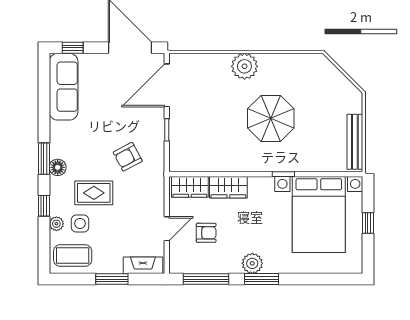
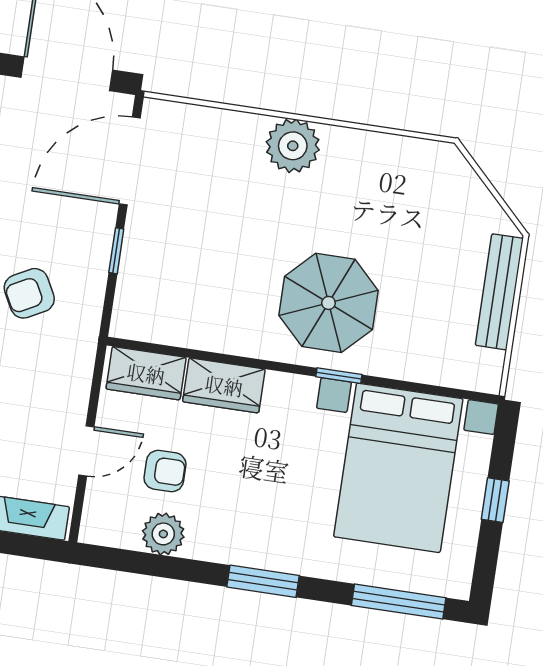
parasol: (271, 118) -> (328, 303), moved
bench: (355, 142) -> (499, 292), moved
plant: (252, 263) -> (163, 534), moved
window: (206, 279) -> (399, 602), moved

